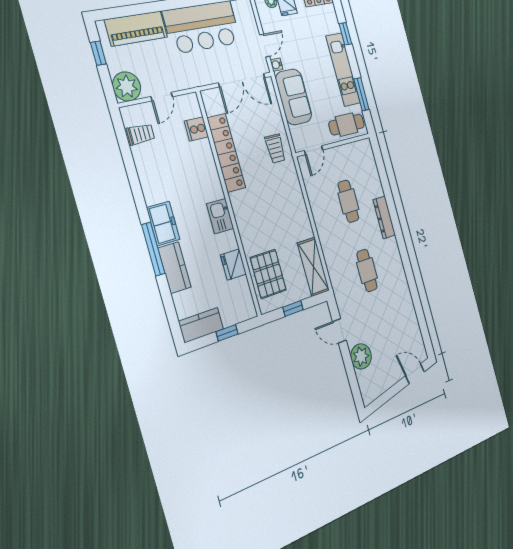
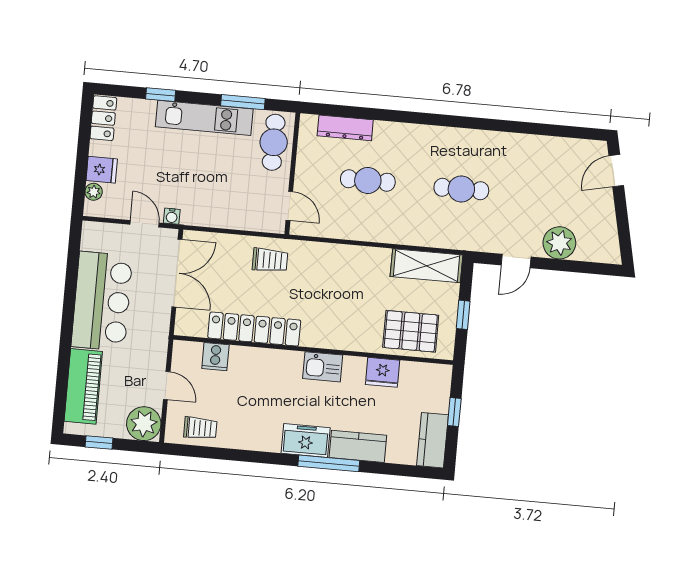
sofa: (294, 97) -> (217, 208), removed
trolley: (141, 134) -> (200, 428), turned 90
dresser: (384, 217) -> (345, 128), moved

